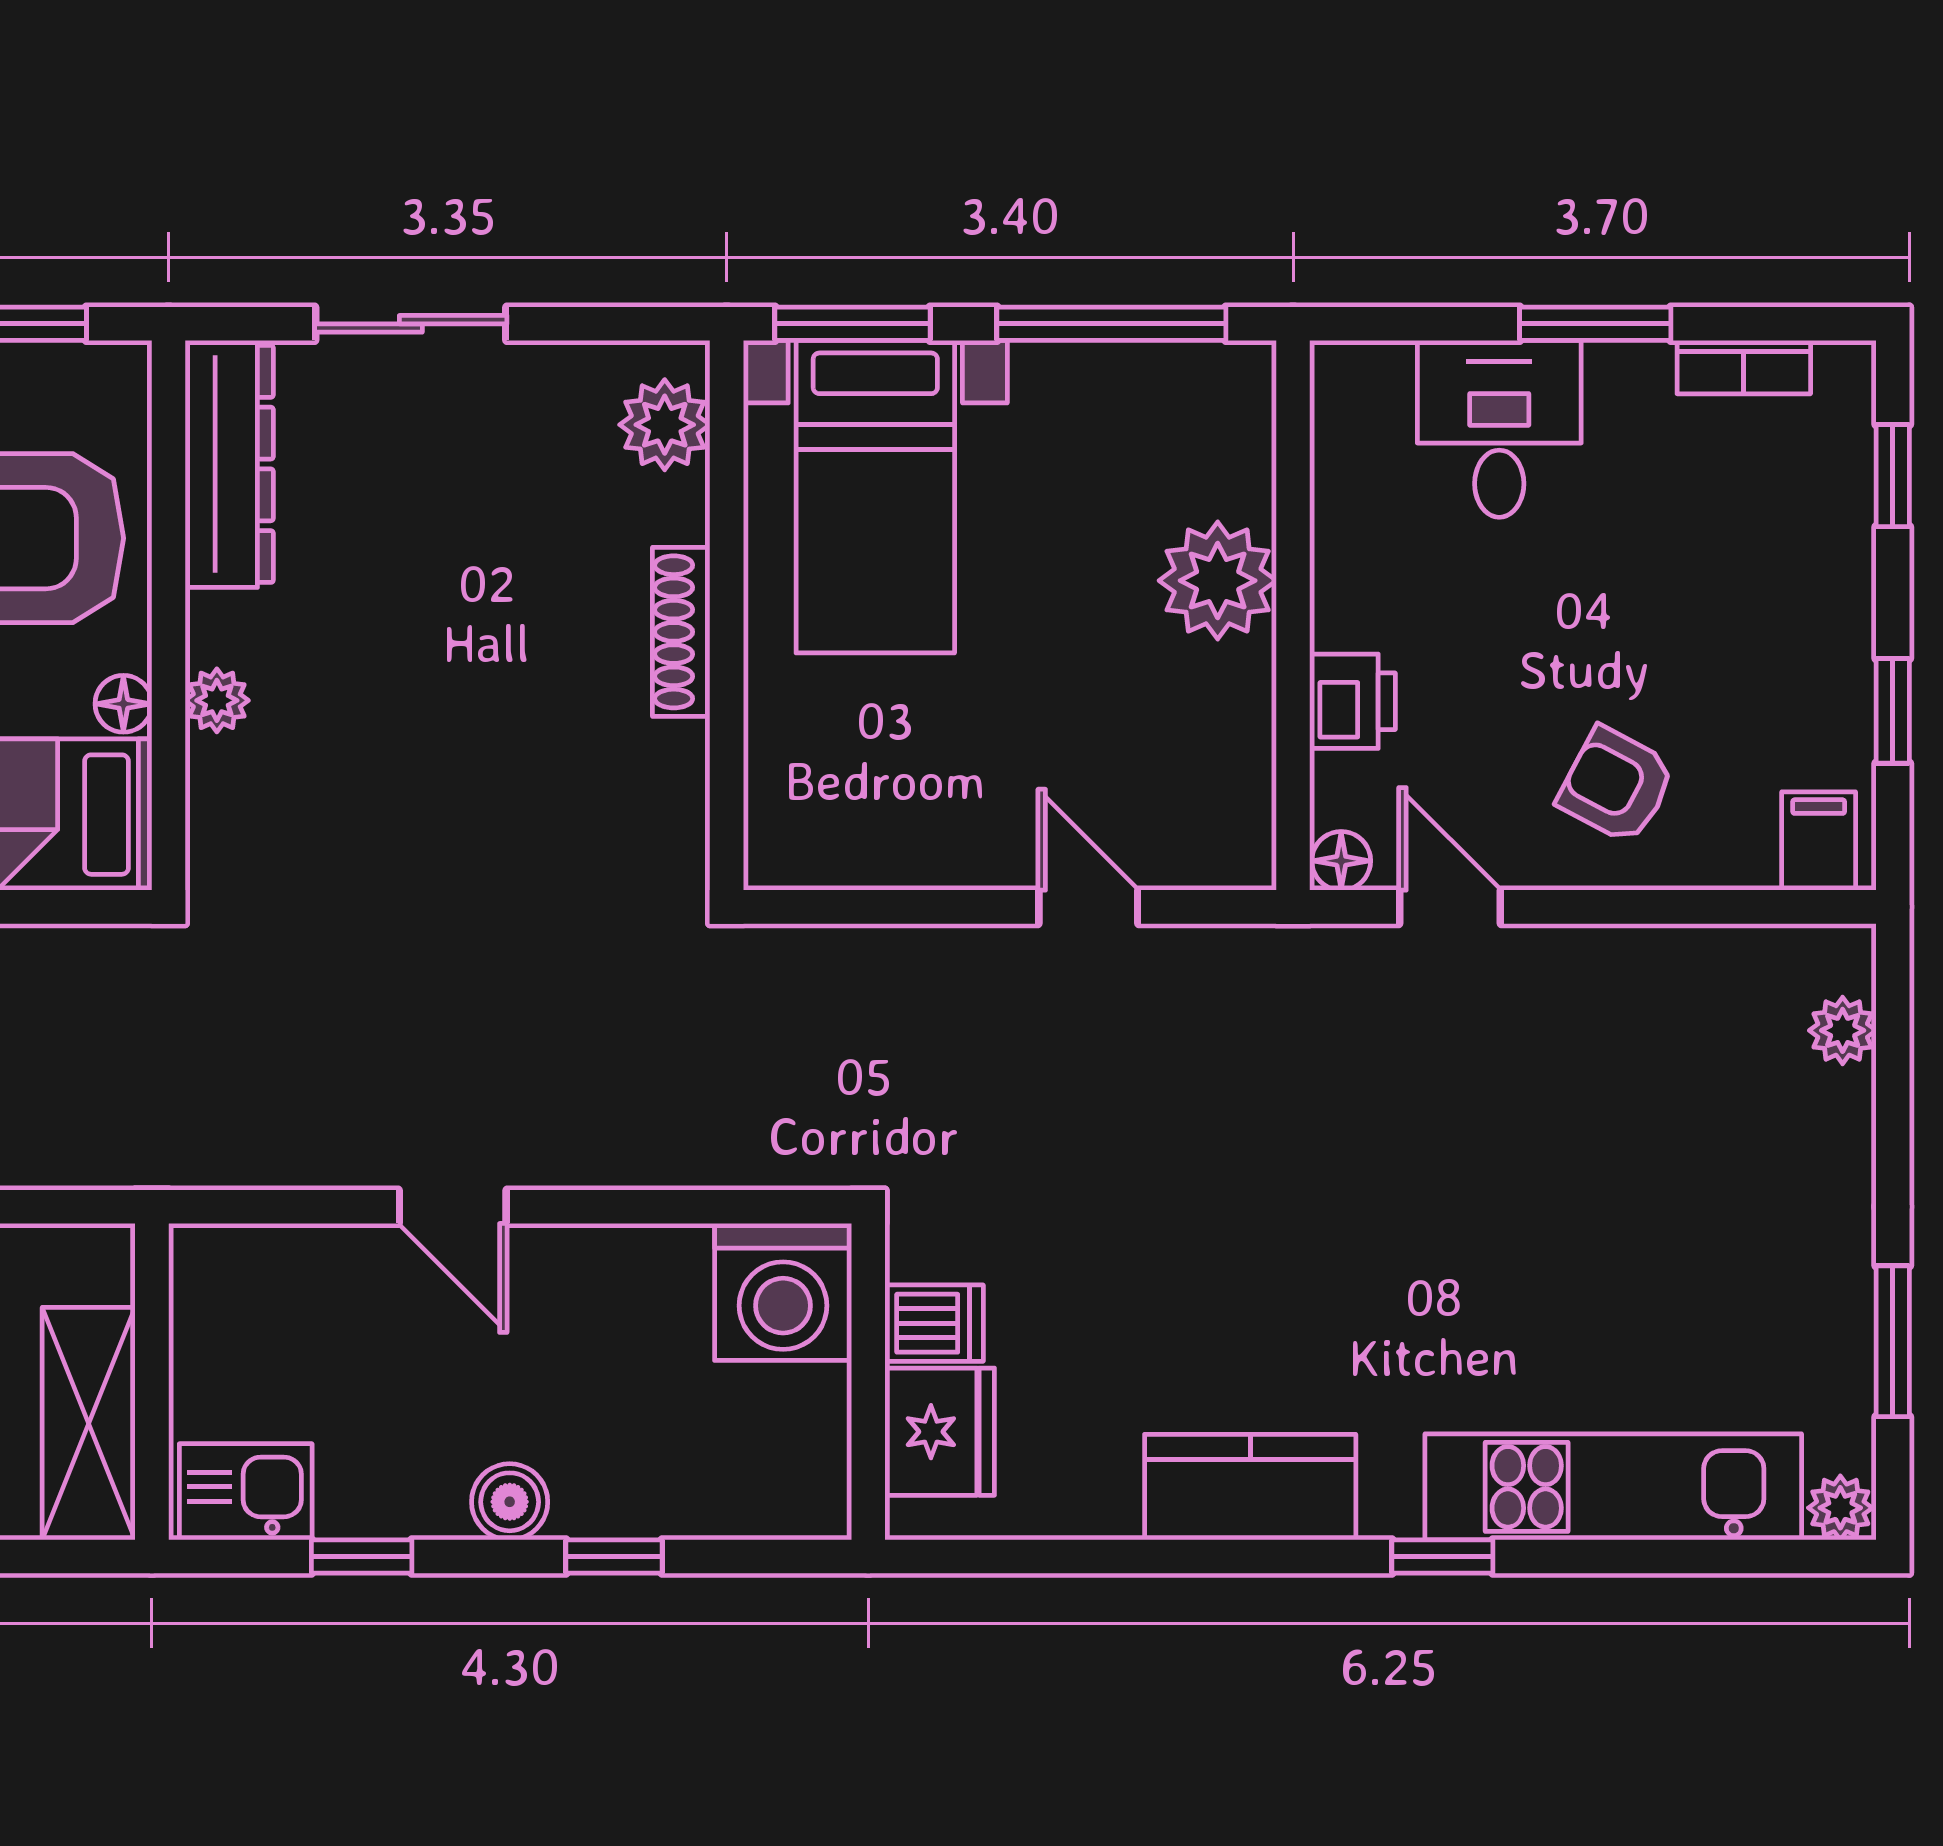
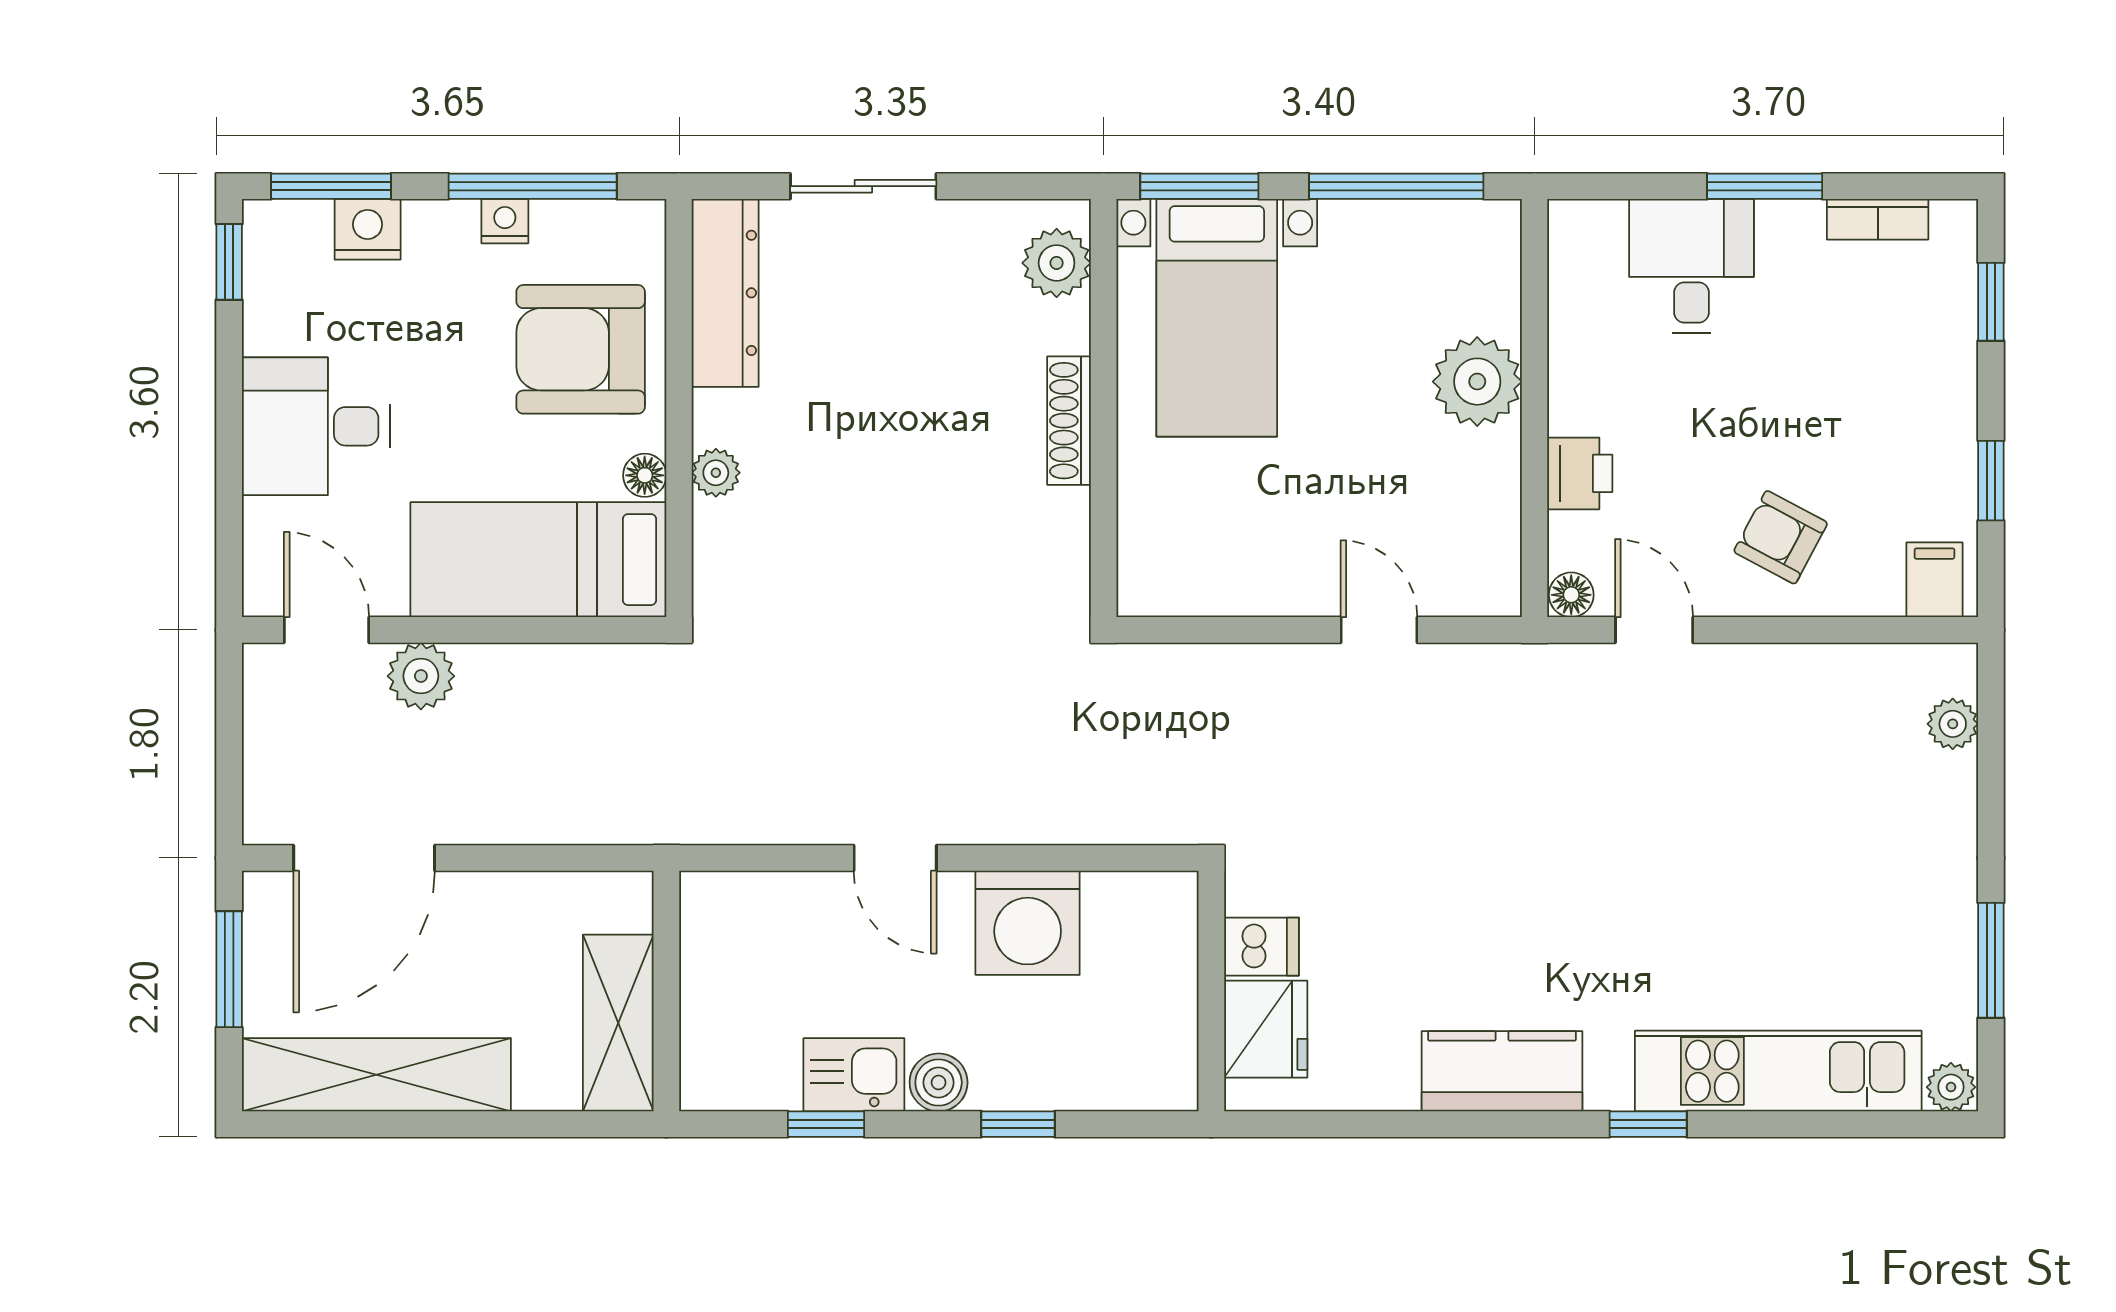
washing machine: (783, 1292) -> (1028, 923), moved
kitchen sink: (246, 1492) -> (854, 1075), moved

